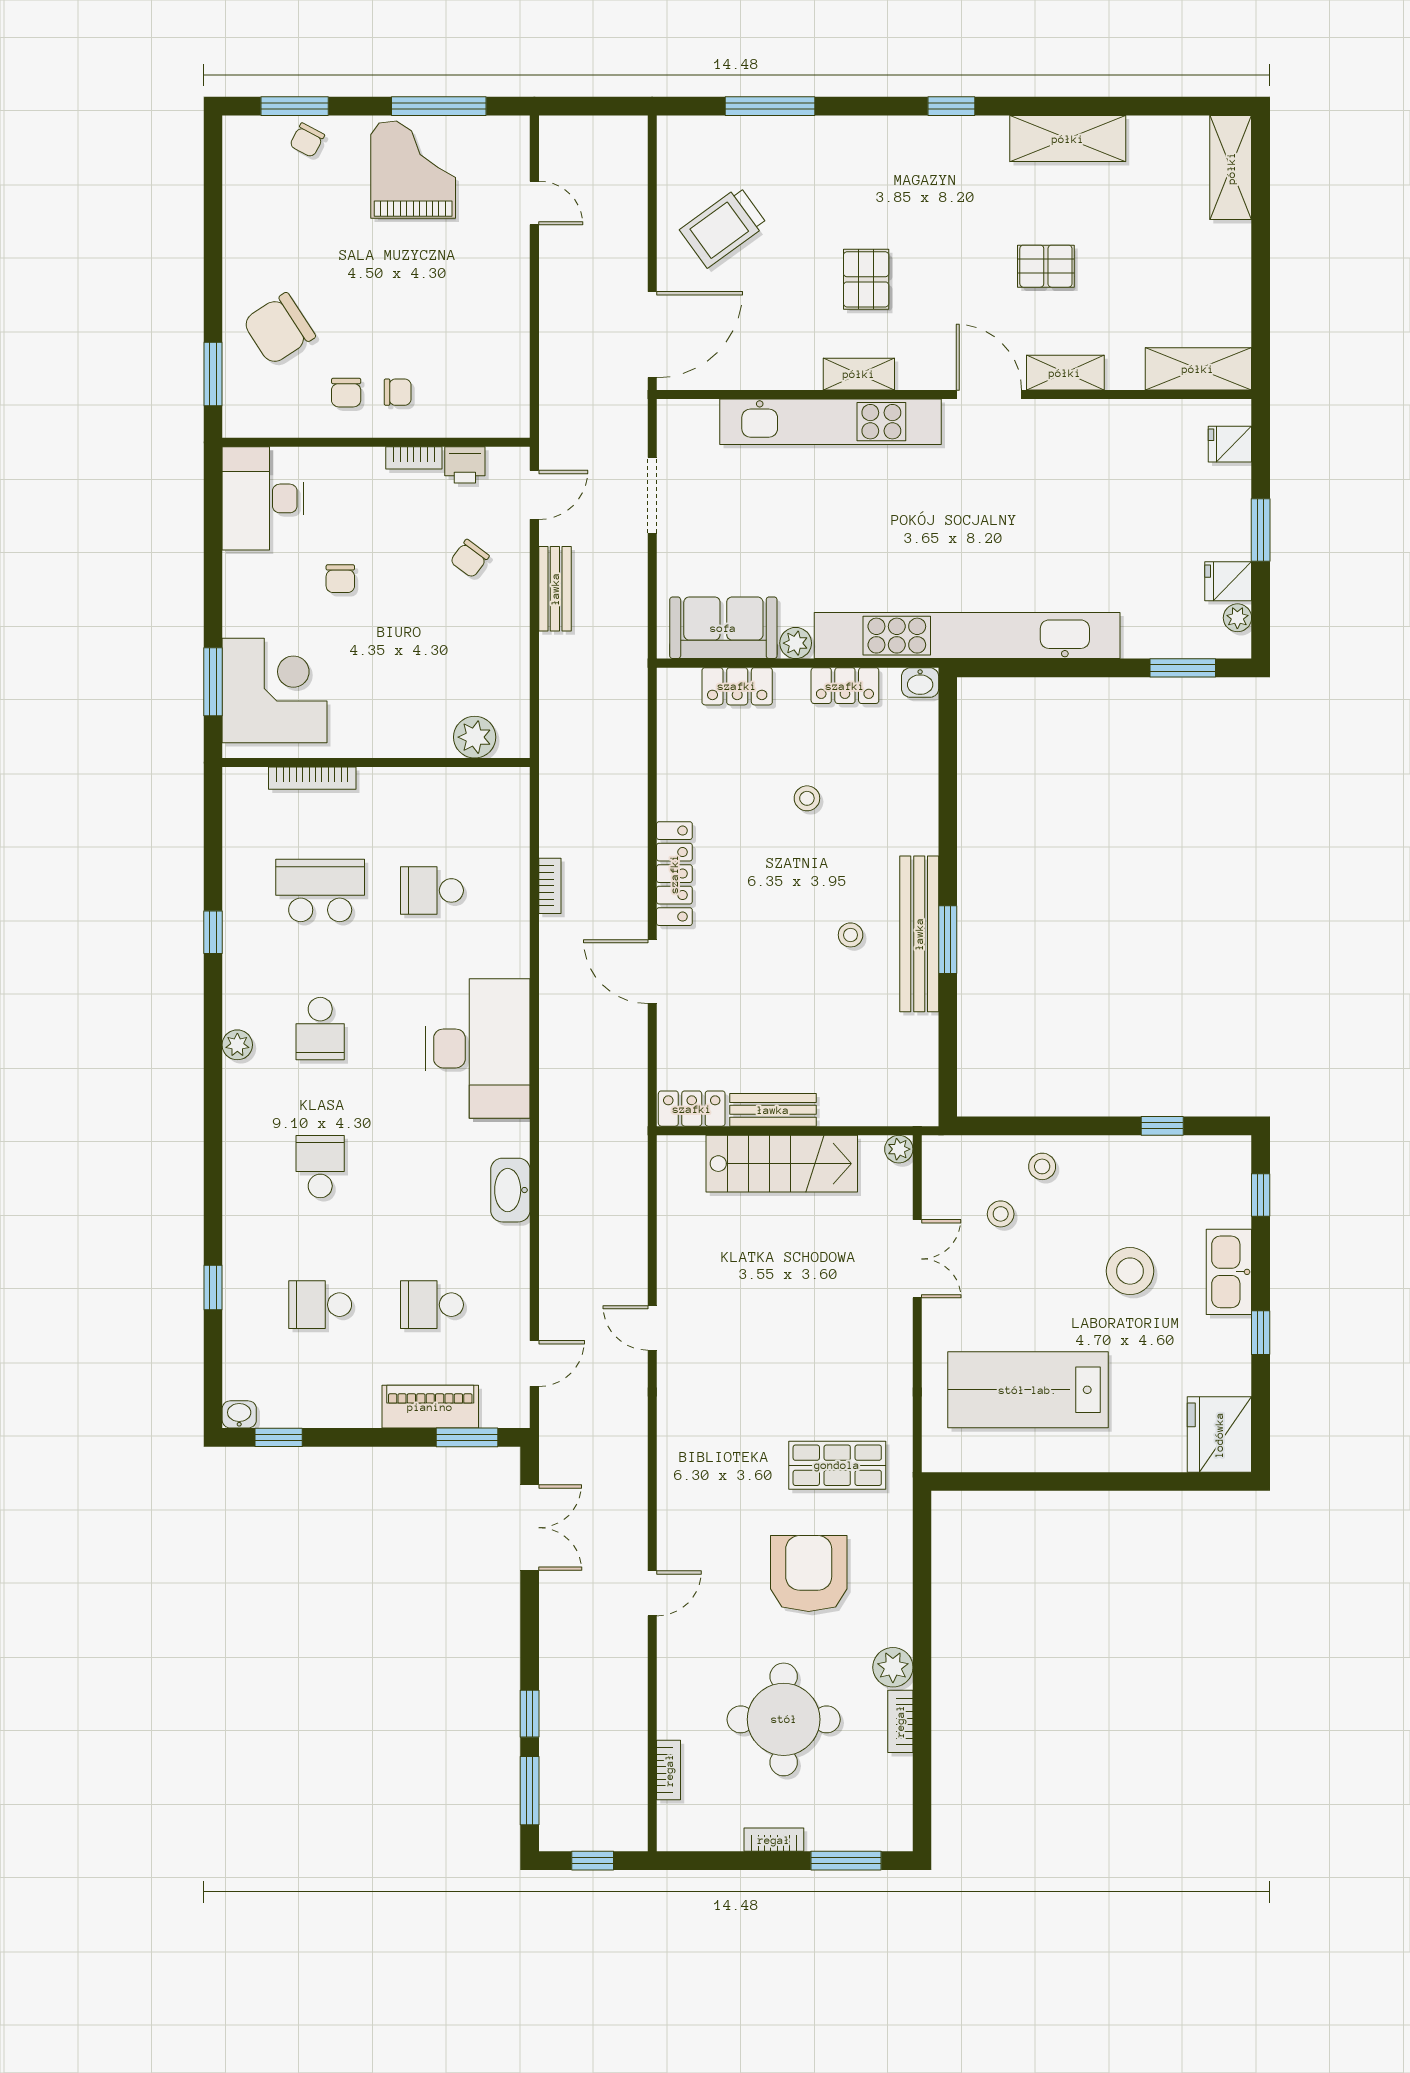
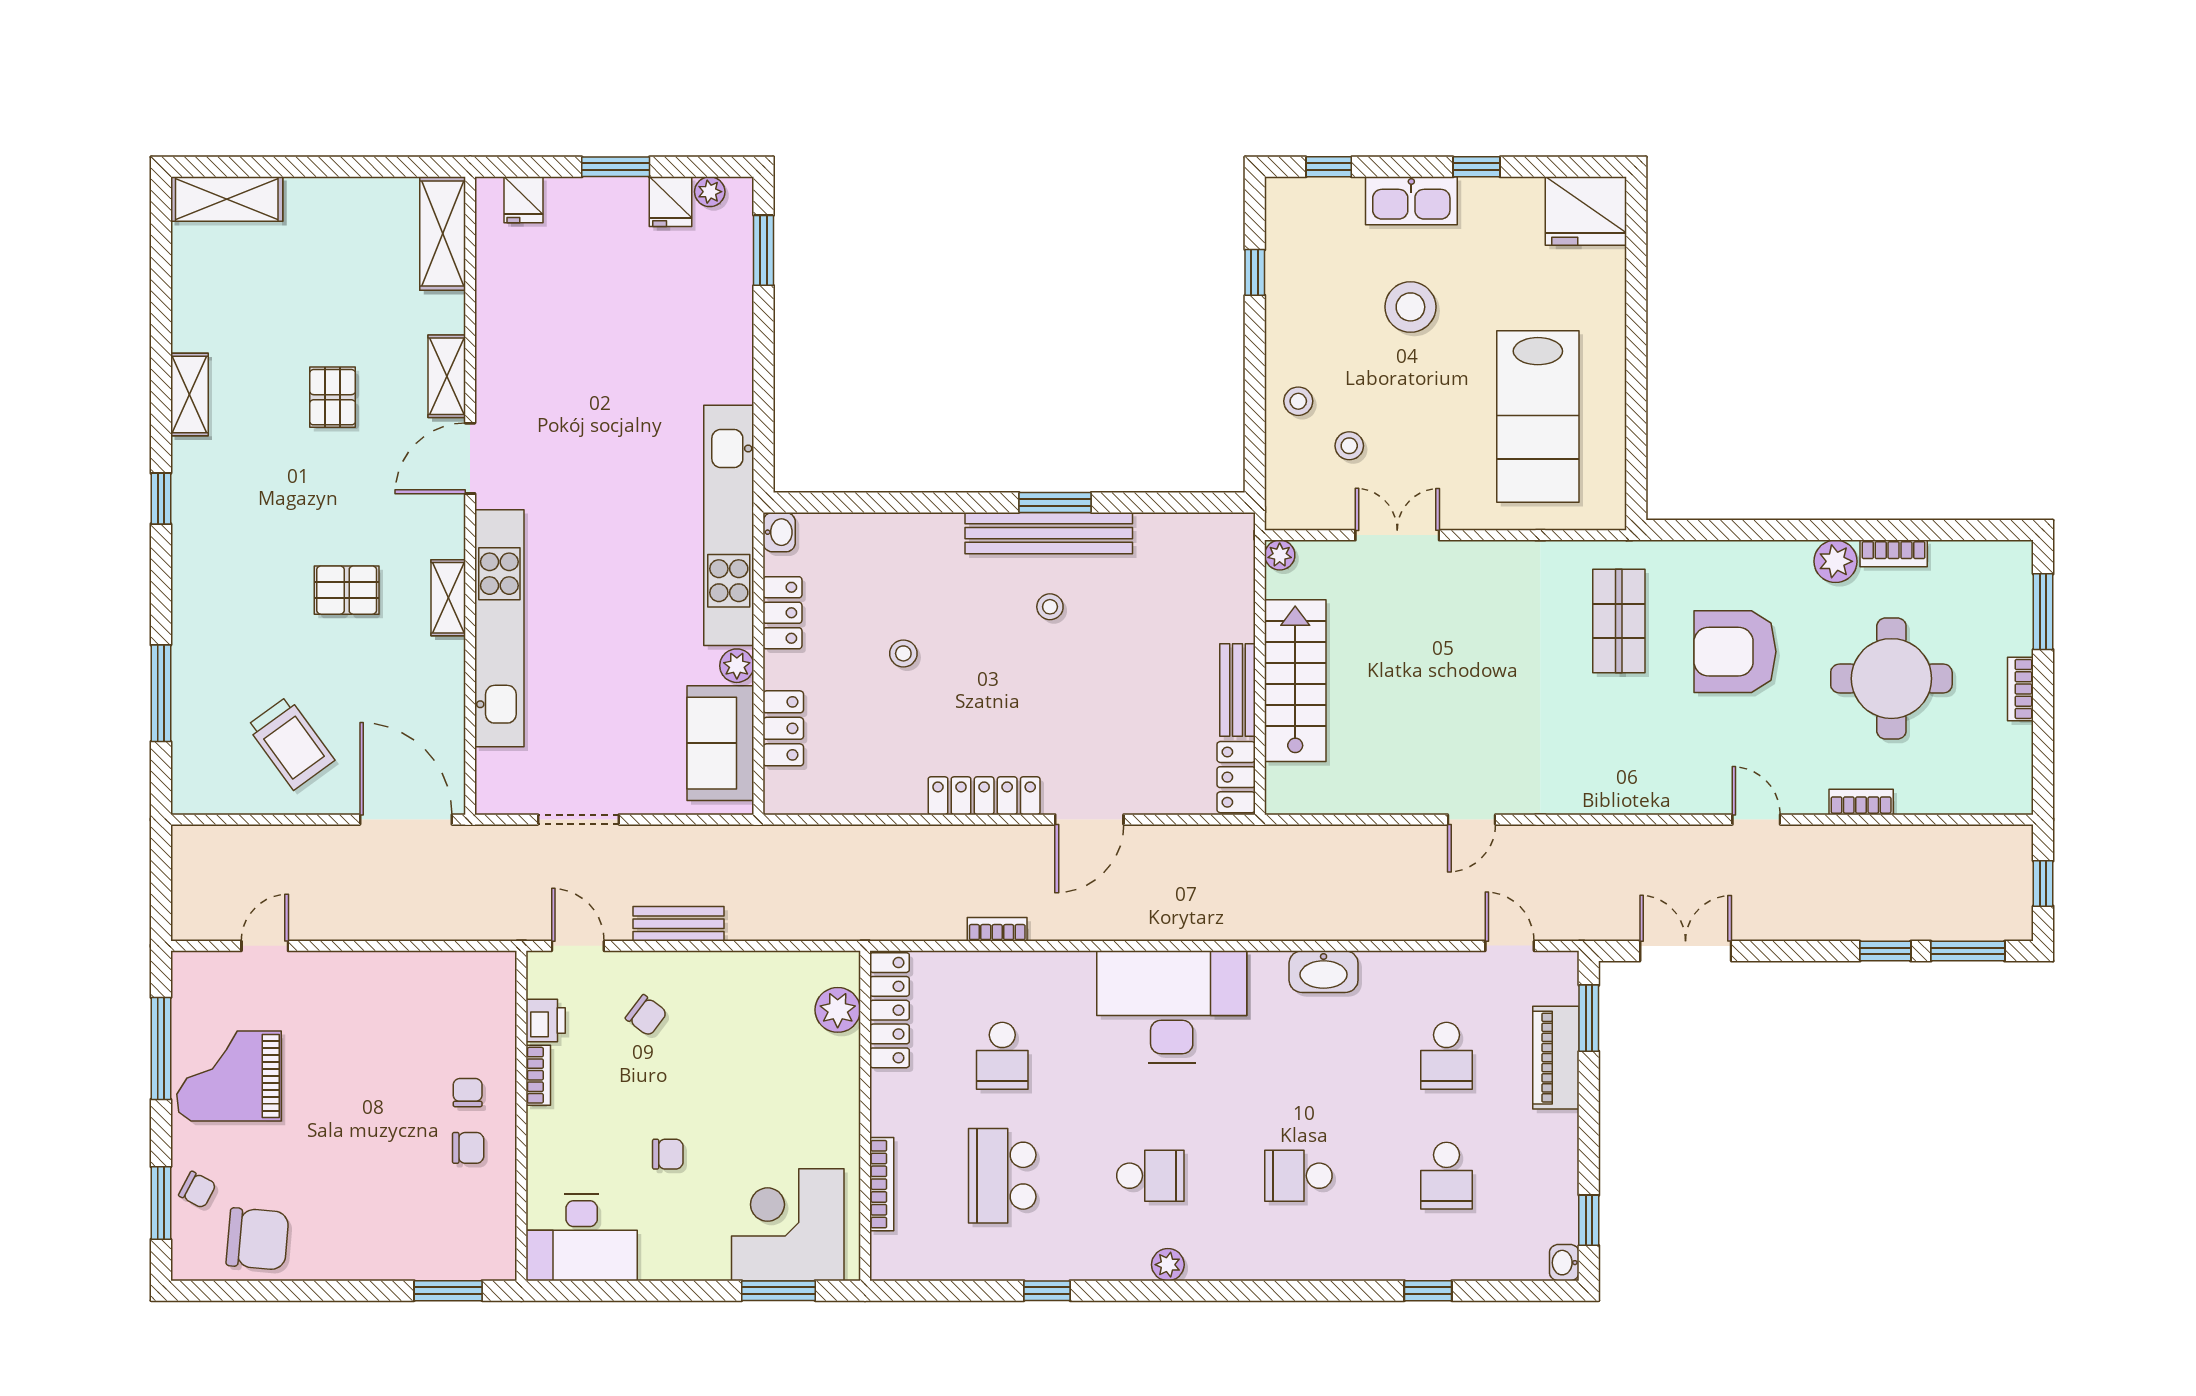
shelving: (1068, 139) -> (189, 394), width x0.67, depth x0.75
chair: (279, 329) -> (258, 1239), moved, turned -52
kitchen unit: (967, 636) -> (729, 525), width x0.73
locker: (474, 785) -> (889, 1010), added
bookcase: (669, 1770) -> (1861, 802), moved

